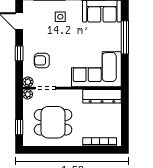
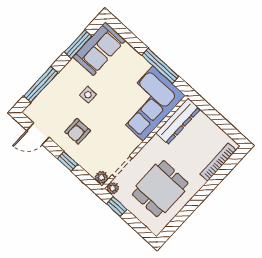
side table: (60, 17) -> (88, 95), moved
window: (125, 37) -> (160, 66), moved
armchair: (42, 60) -> (78, 131), moved
window: (19, 127) -> (117, 207), moved

